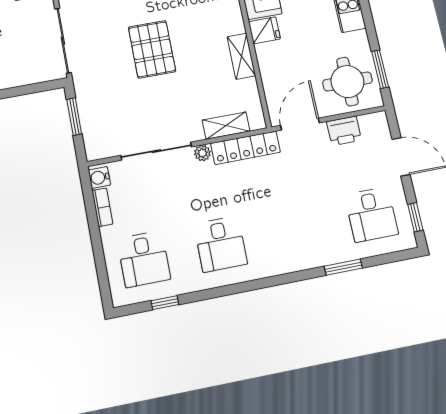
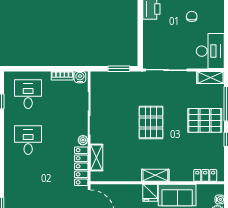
pallet: (152, 49) -> (151, 122), turned 90
shelving: (241, 56) -> (155, 175), moved
desk: (221, 244) -> (28, 140), turned 90
desk: (144, 259) -> (28, 94), turned 90

